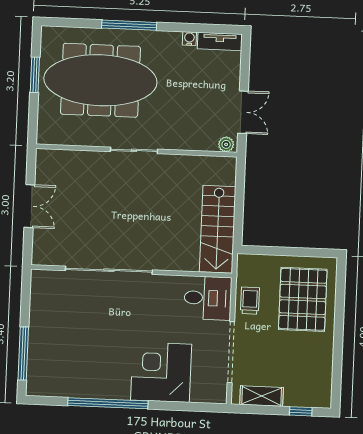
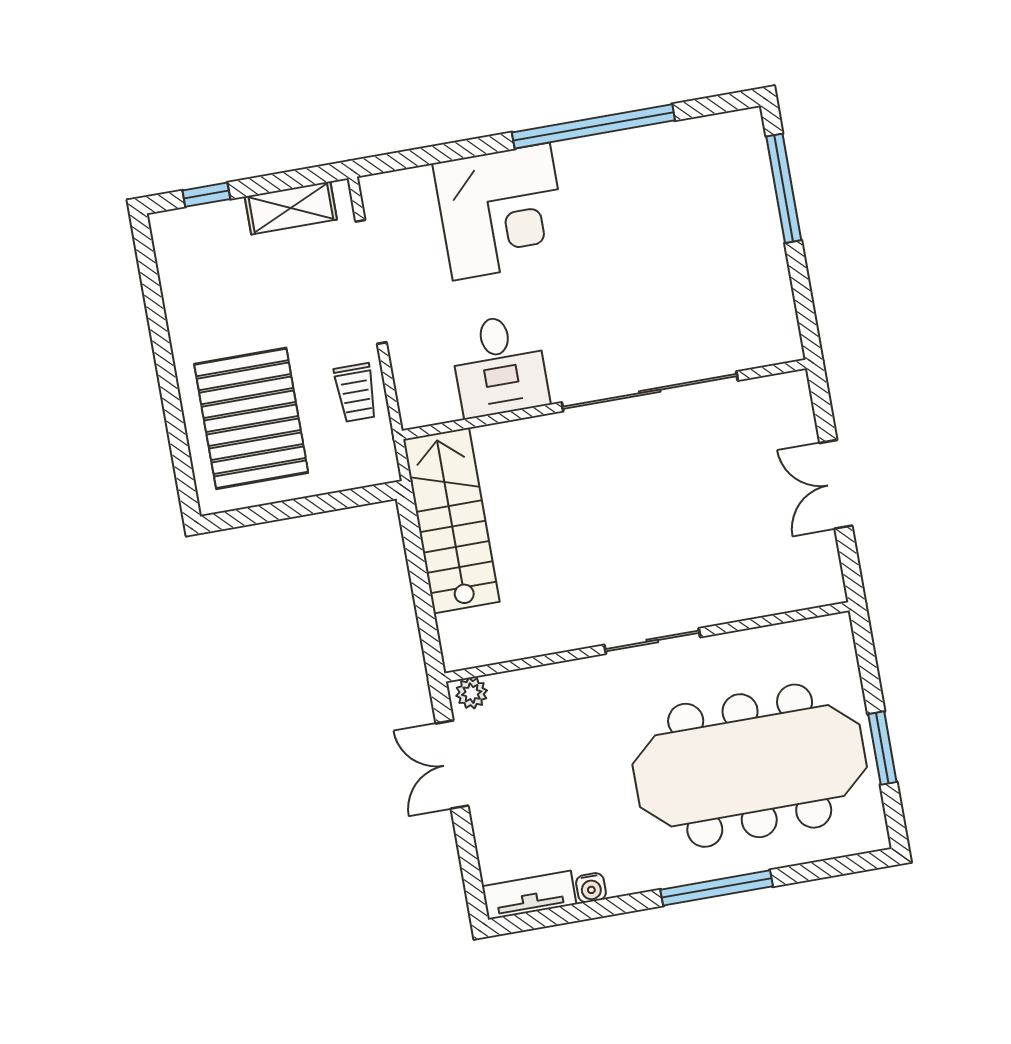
desk: (208, 298) -> (499, 366), moved, turned -90

